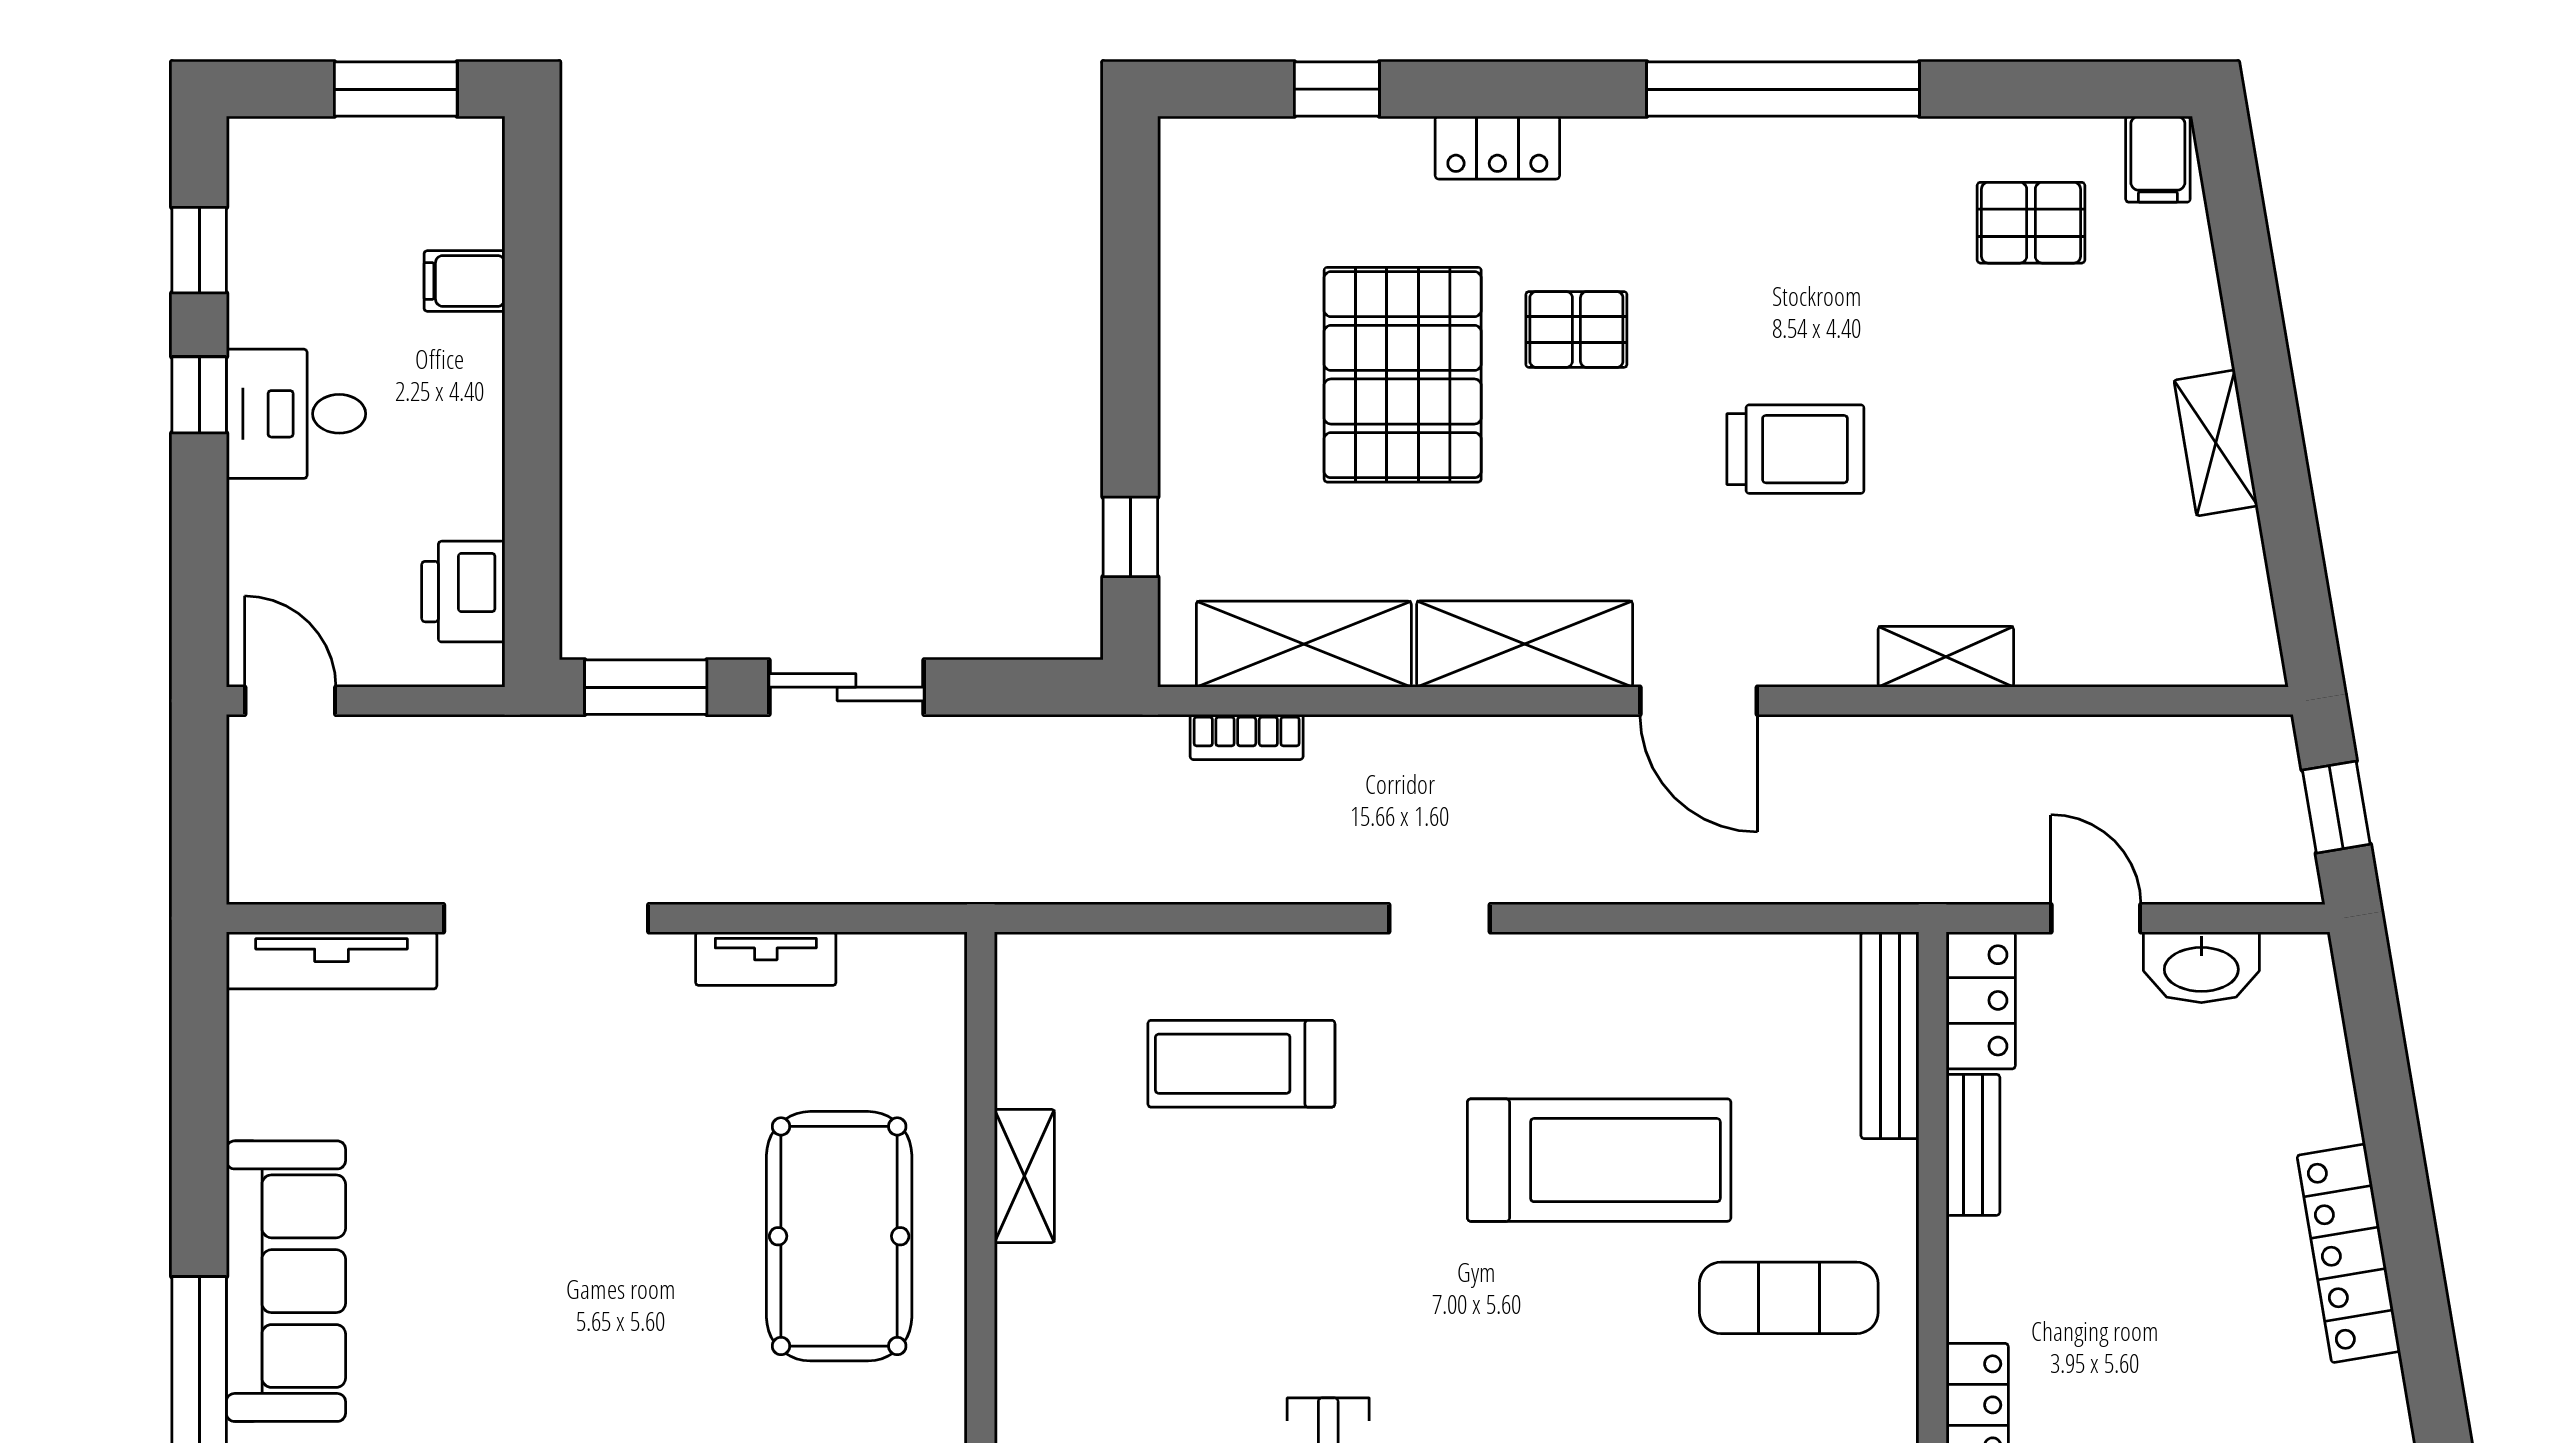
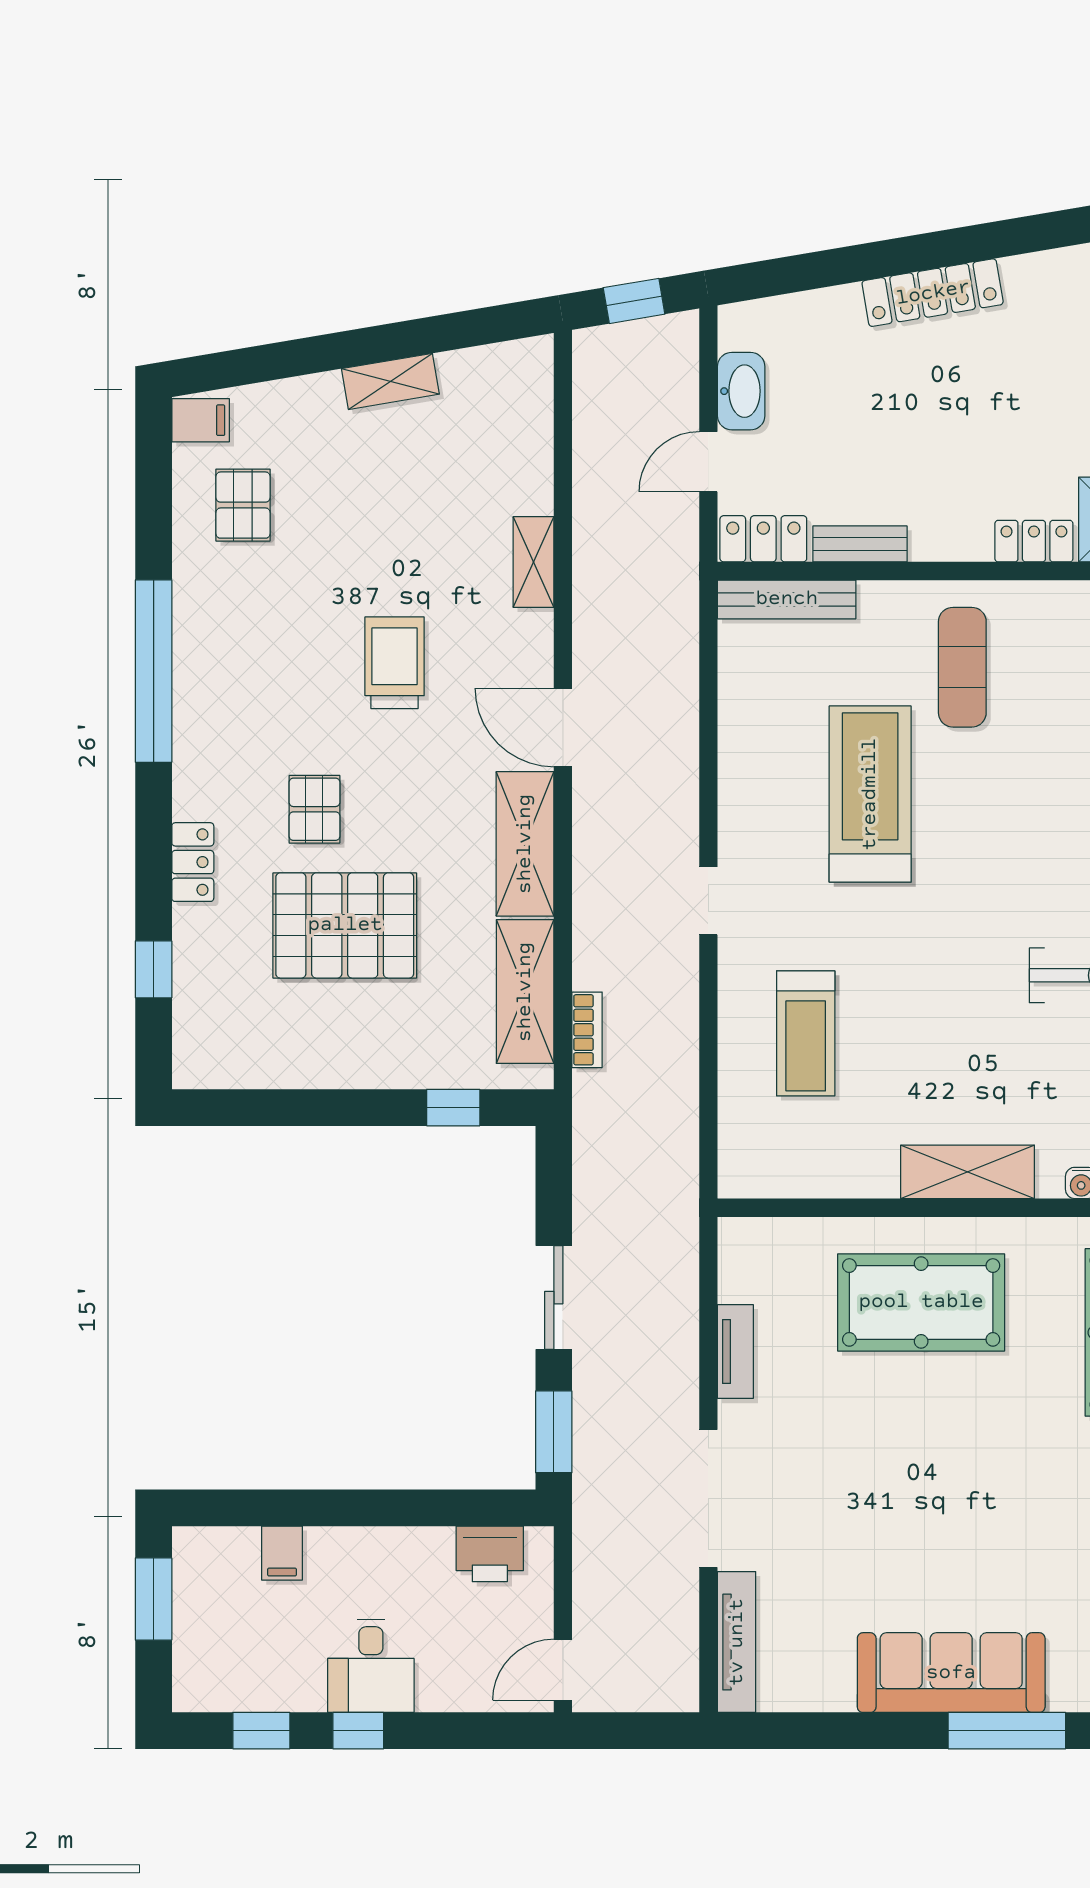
door: (1699, 701) -> (563, 727), swing flipped
shelving: (1024, 1176) -> (968, 1172), moved, width x1.50, depth x1.33

